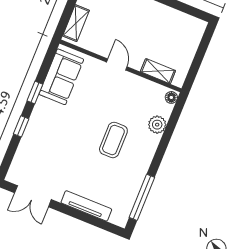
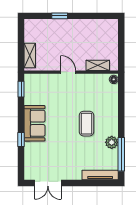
sofa: (61, 77) -> (35, 123), moved
window: (35, 93) -> (21, 89), moved
plant: (157, 125) -> (112, 142), moved
tv unit: (86, 206) -> (100, 175), moved

